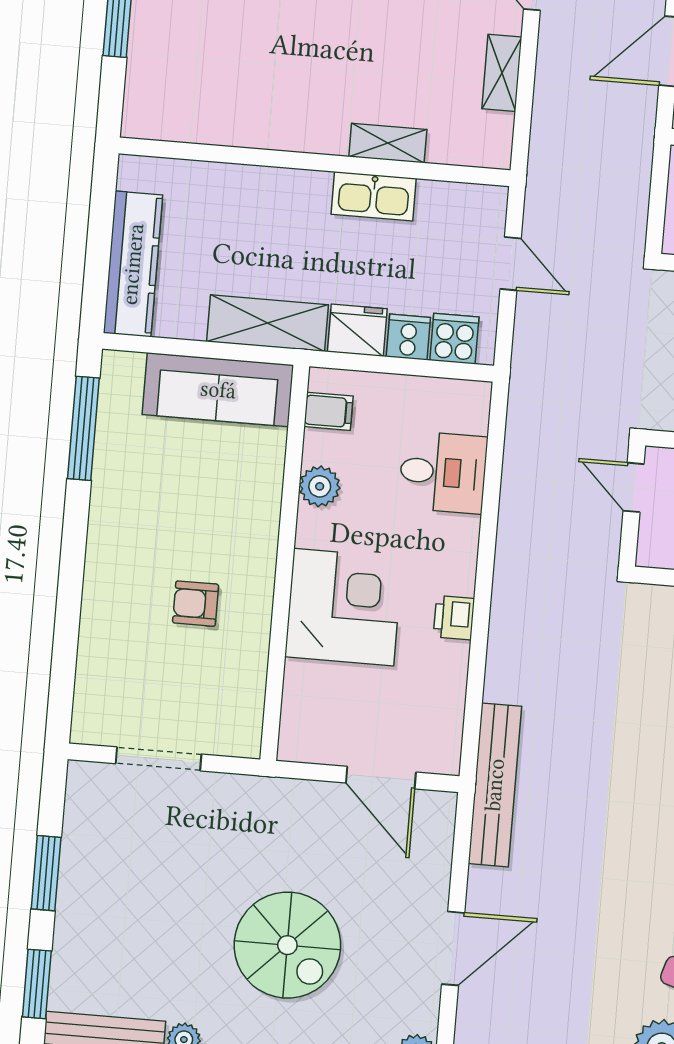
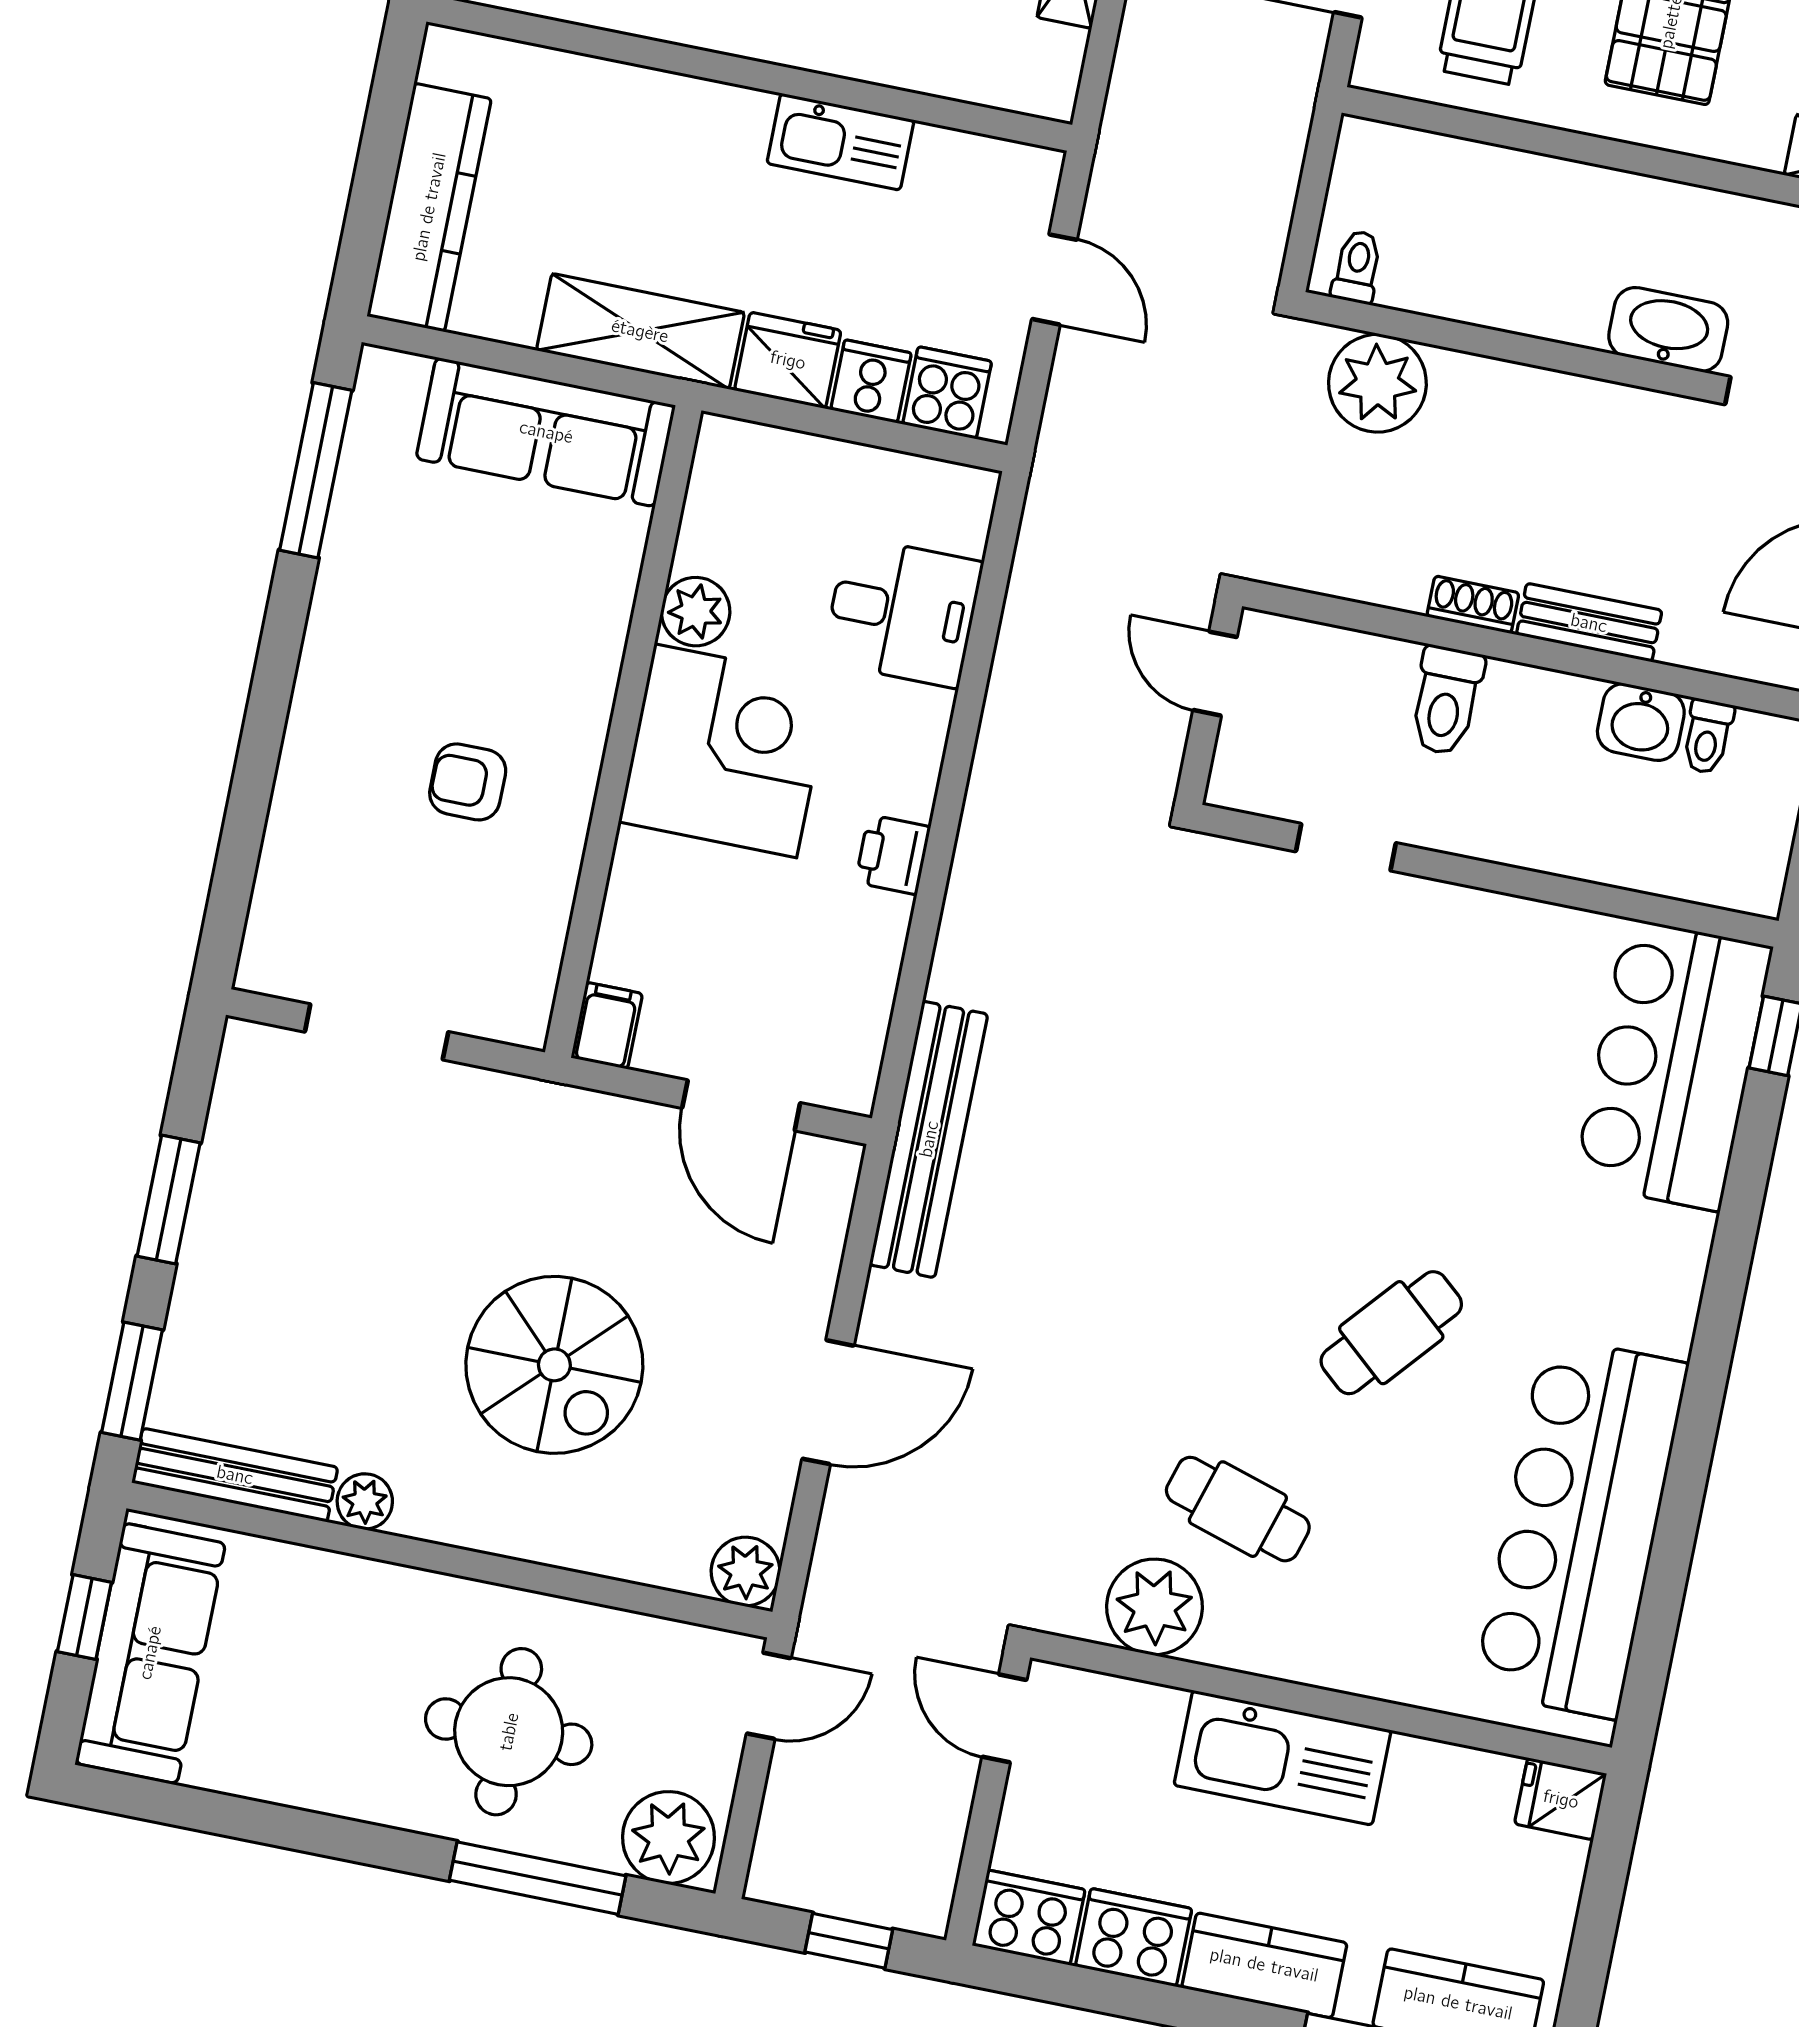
shelving: (388, 143) -> (874, 56), removed
filing cabinet: (329, 411) -> (607, 1026), moved, turned -90
corner desk: (344, 607) -> (725, 751), moved

